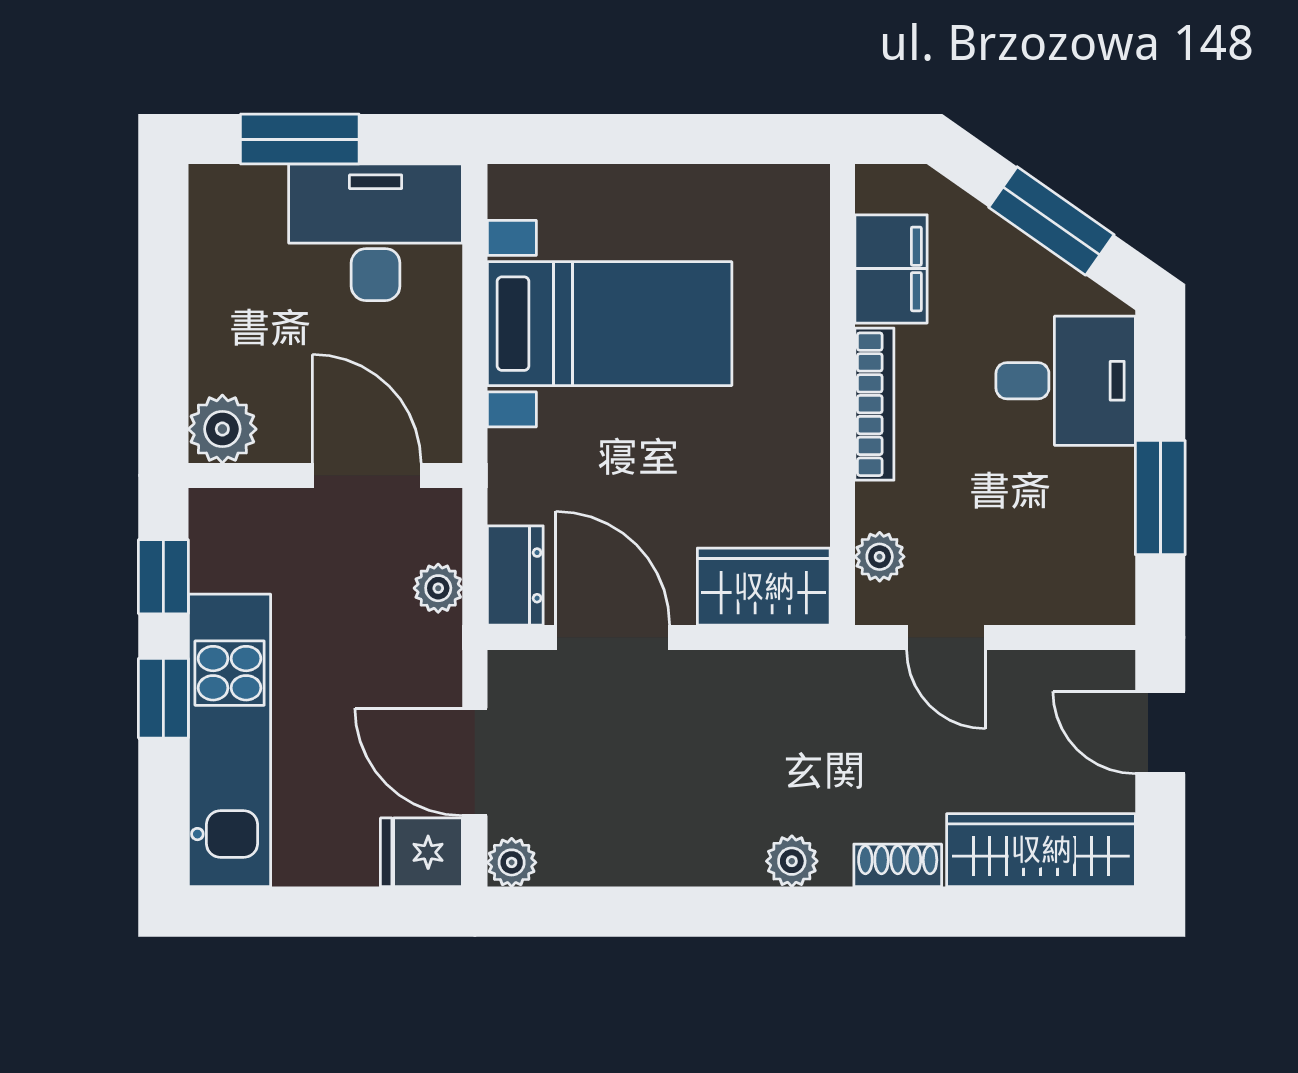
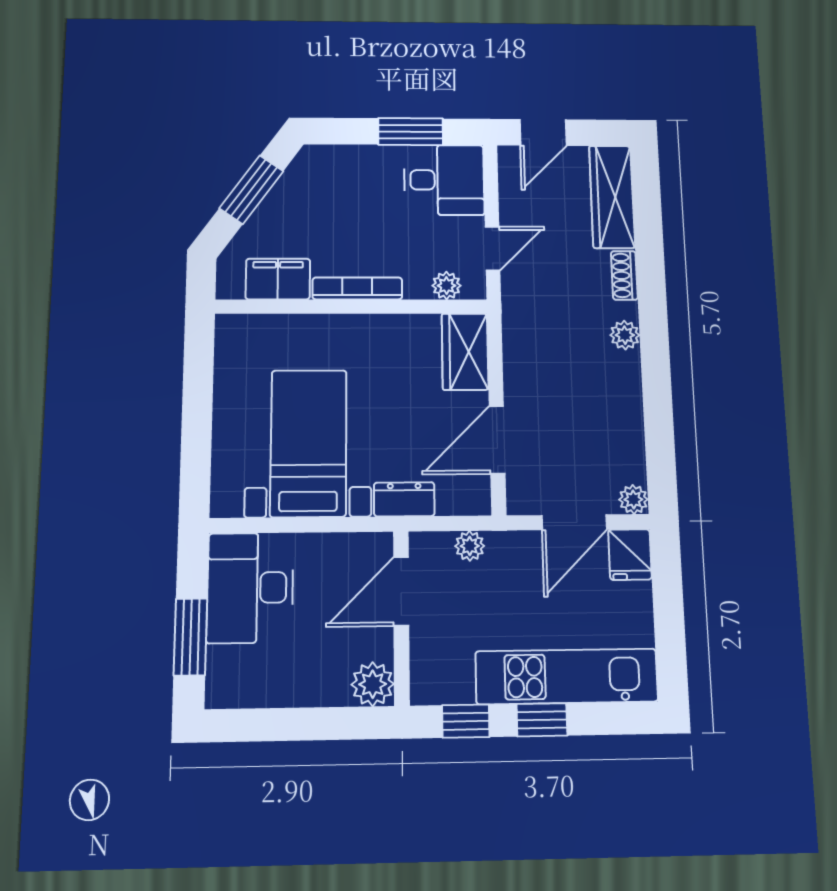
desk: (1066, 381) -> (444, 180), moved, turned 90
dresser: (515, 575) -> (404, 499), moved

